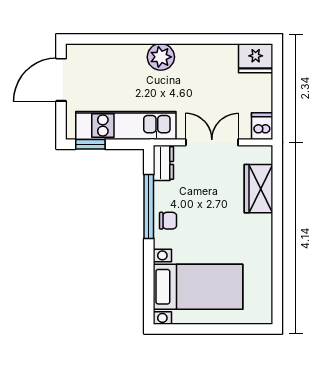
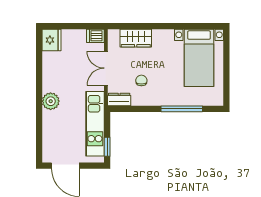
window: (149, 206) -> (182, 109), moved
chair: (168, 221) -> (141, 80), moved
bed with nightstands: (198, 287) -> (199, 58), moved, turned 180

